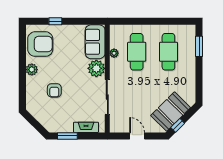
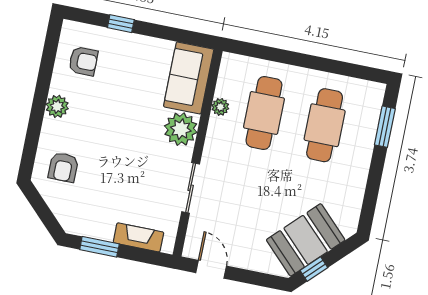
armchair: (40, 44) -> (83, 61), width x0.53, depth x0.53
armchair: (54, 90) -> (63, 167), moved
sliding door: (107, 97) -> (191, 188), width x0.73
door: (137, 136) -> (211, 269), moved

